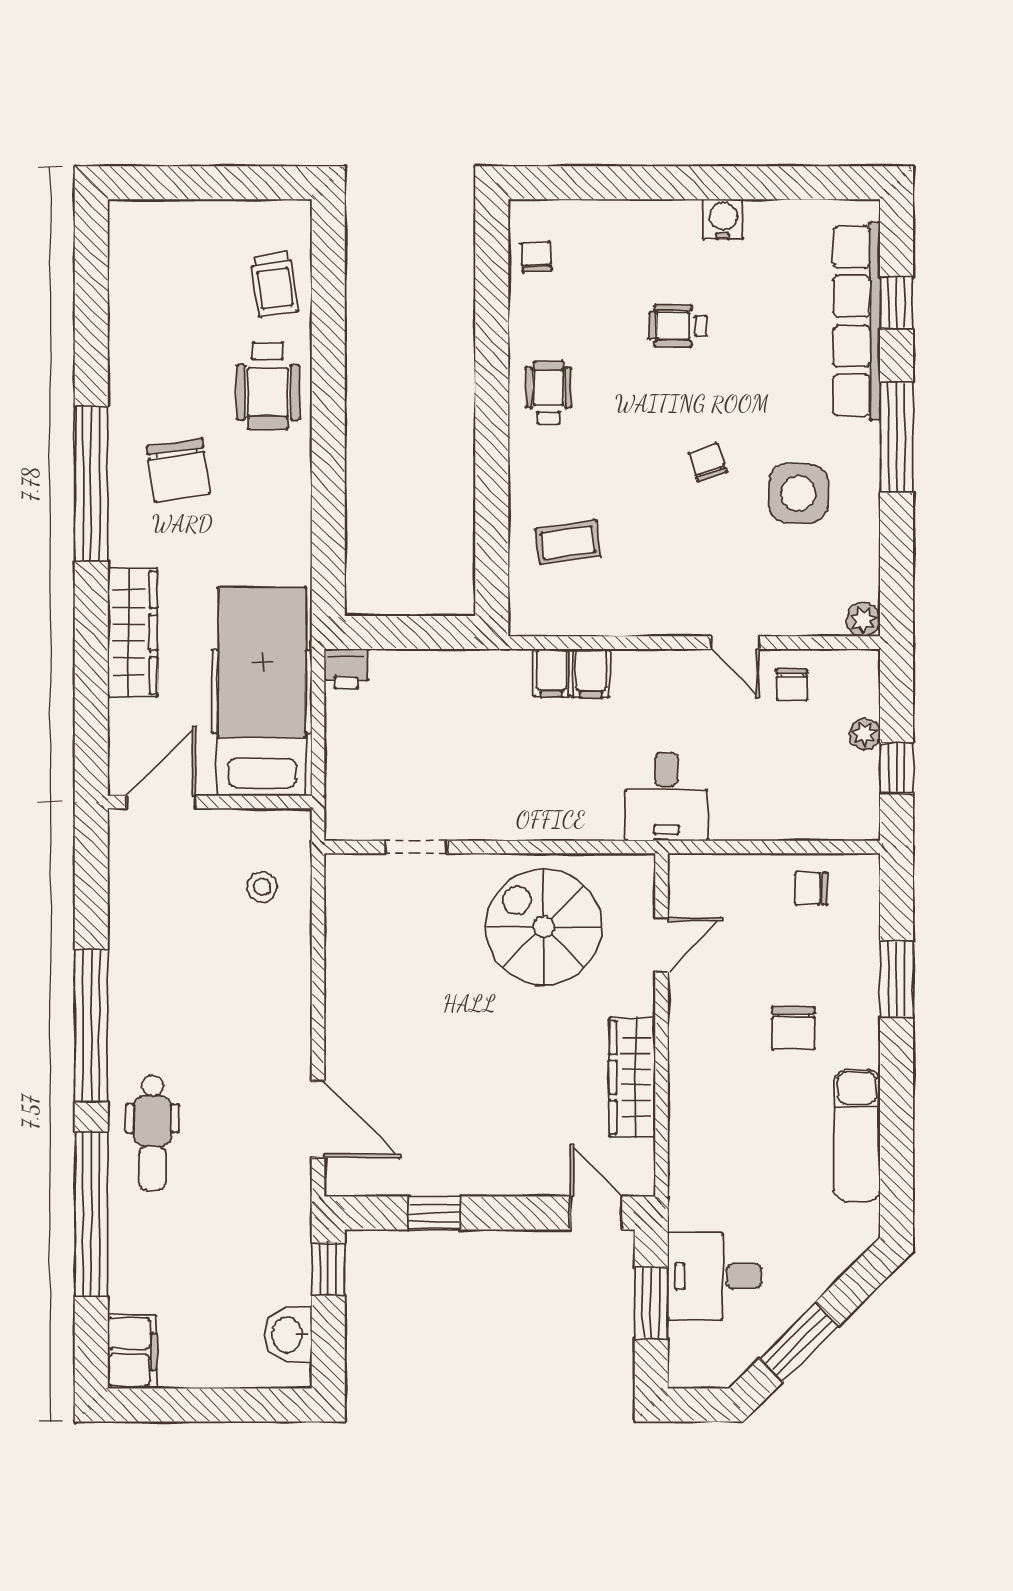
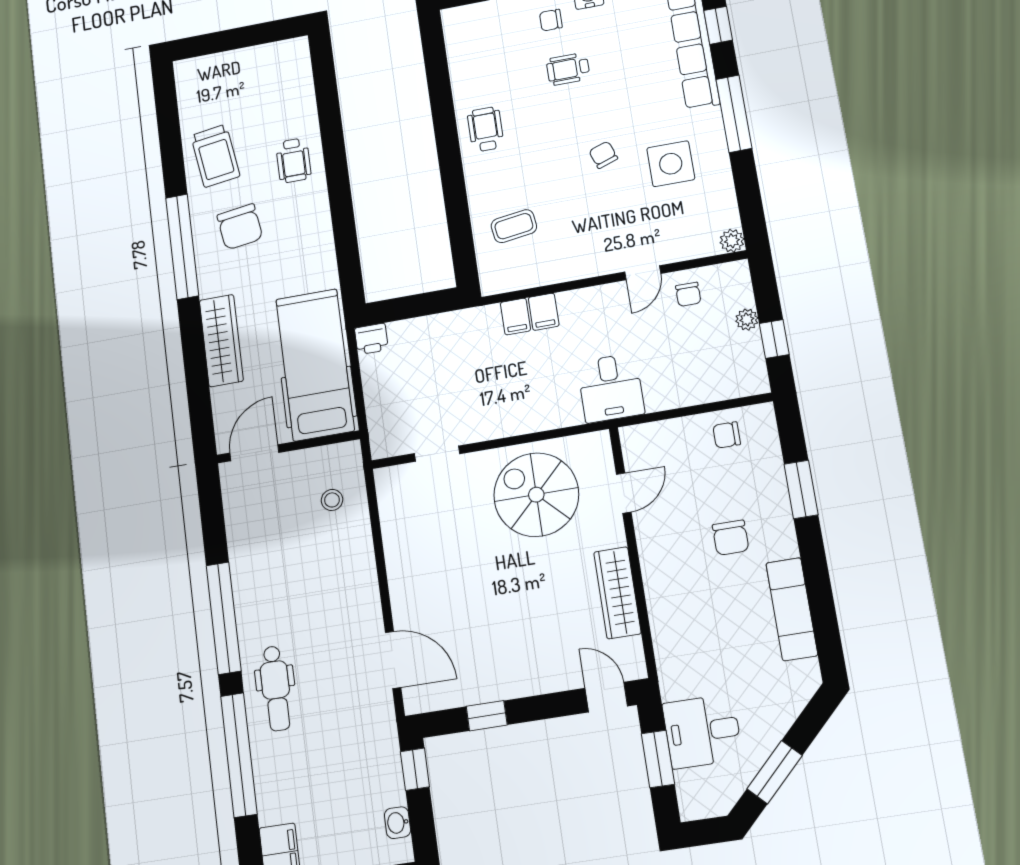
chair: (536, 257) -> (551, 20), moved, turned -86
trolley: (274, 284) -> (215, 156), moved, width x1.36, depth x1.39
wheelchair: (268, 386) -> (293, 160), width x0.73, depth x0.73
door: (735, 643) -> (643, 273), hinge flipped
washbasin: (288, 1335) -> (398, 823), width x0.72, depth x0.69

